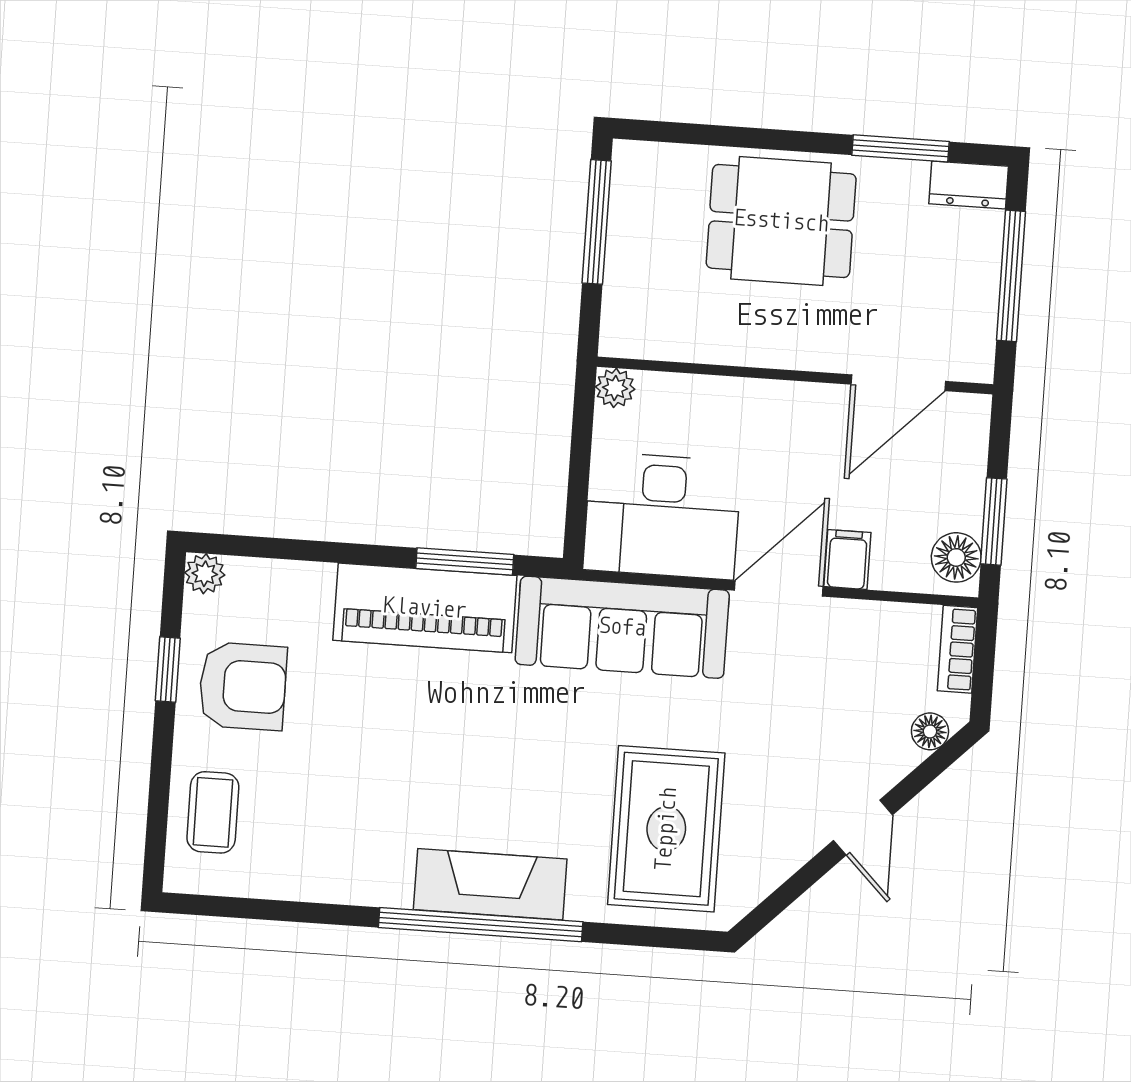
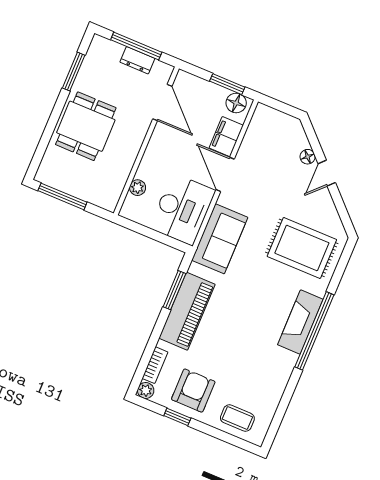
dresser: (969, 185) -> (137, 60), moved, turned 90
plant: (615, 388) -> (138, 188), moved
filing cabinet: (847, 560) -> (226, 137), width x2.00
sofa: (622, 627) -> (220, 239), width x0.73
bookcase: (957, 649) -> (155, 365), moved, turned -90
floor lamp: (930, 731) -> (308, 157), moved
door: (863, 828) -> (327, 173), swing flipped

